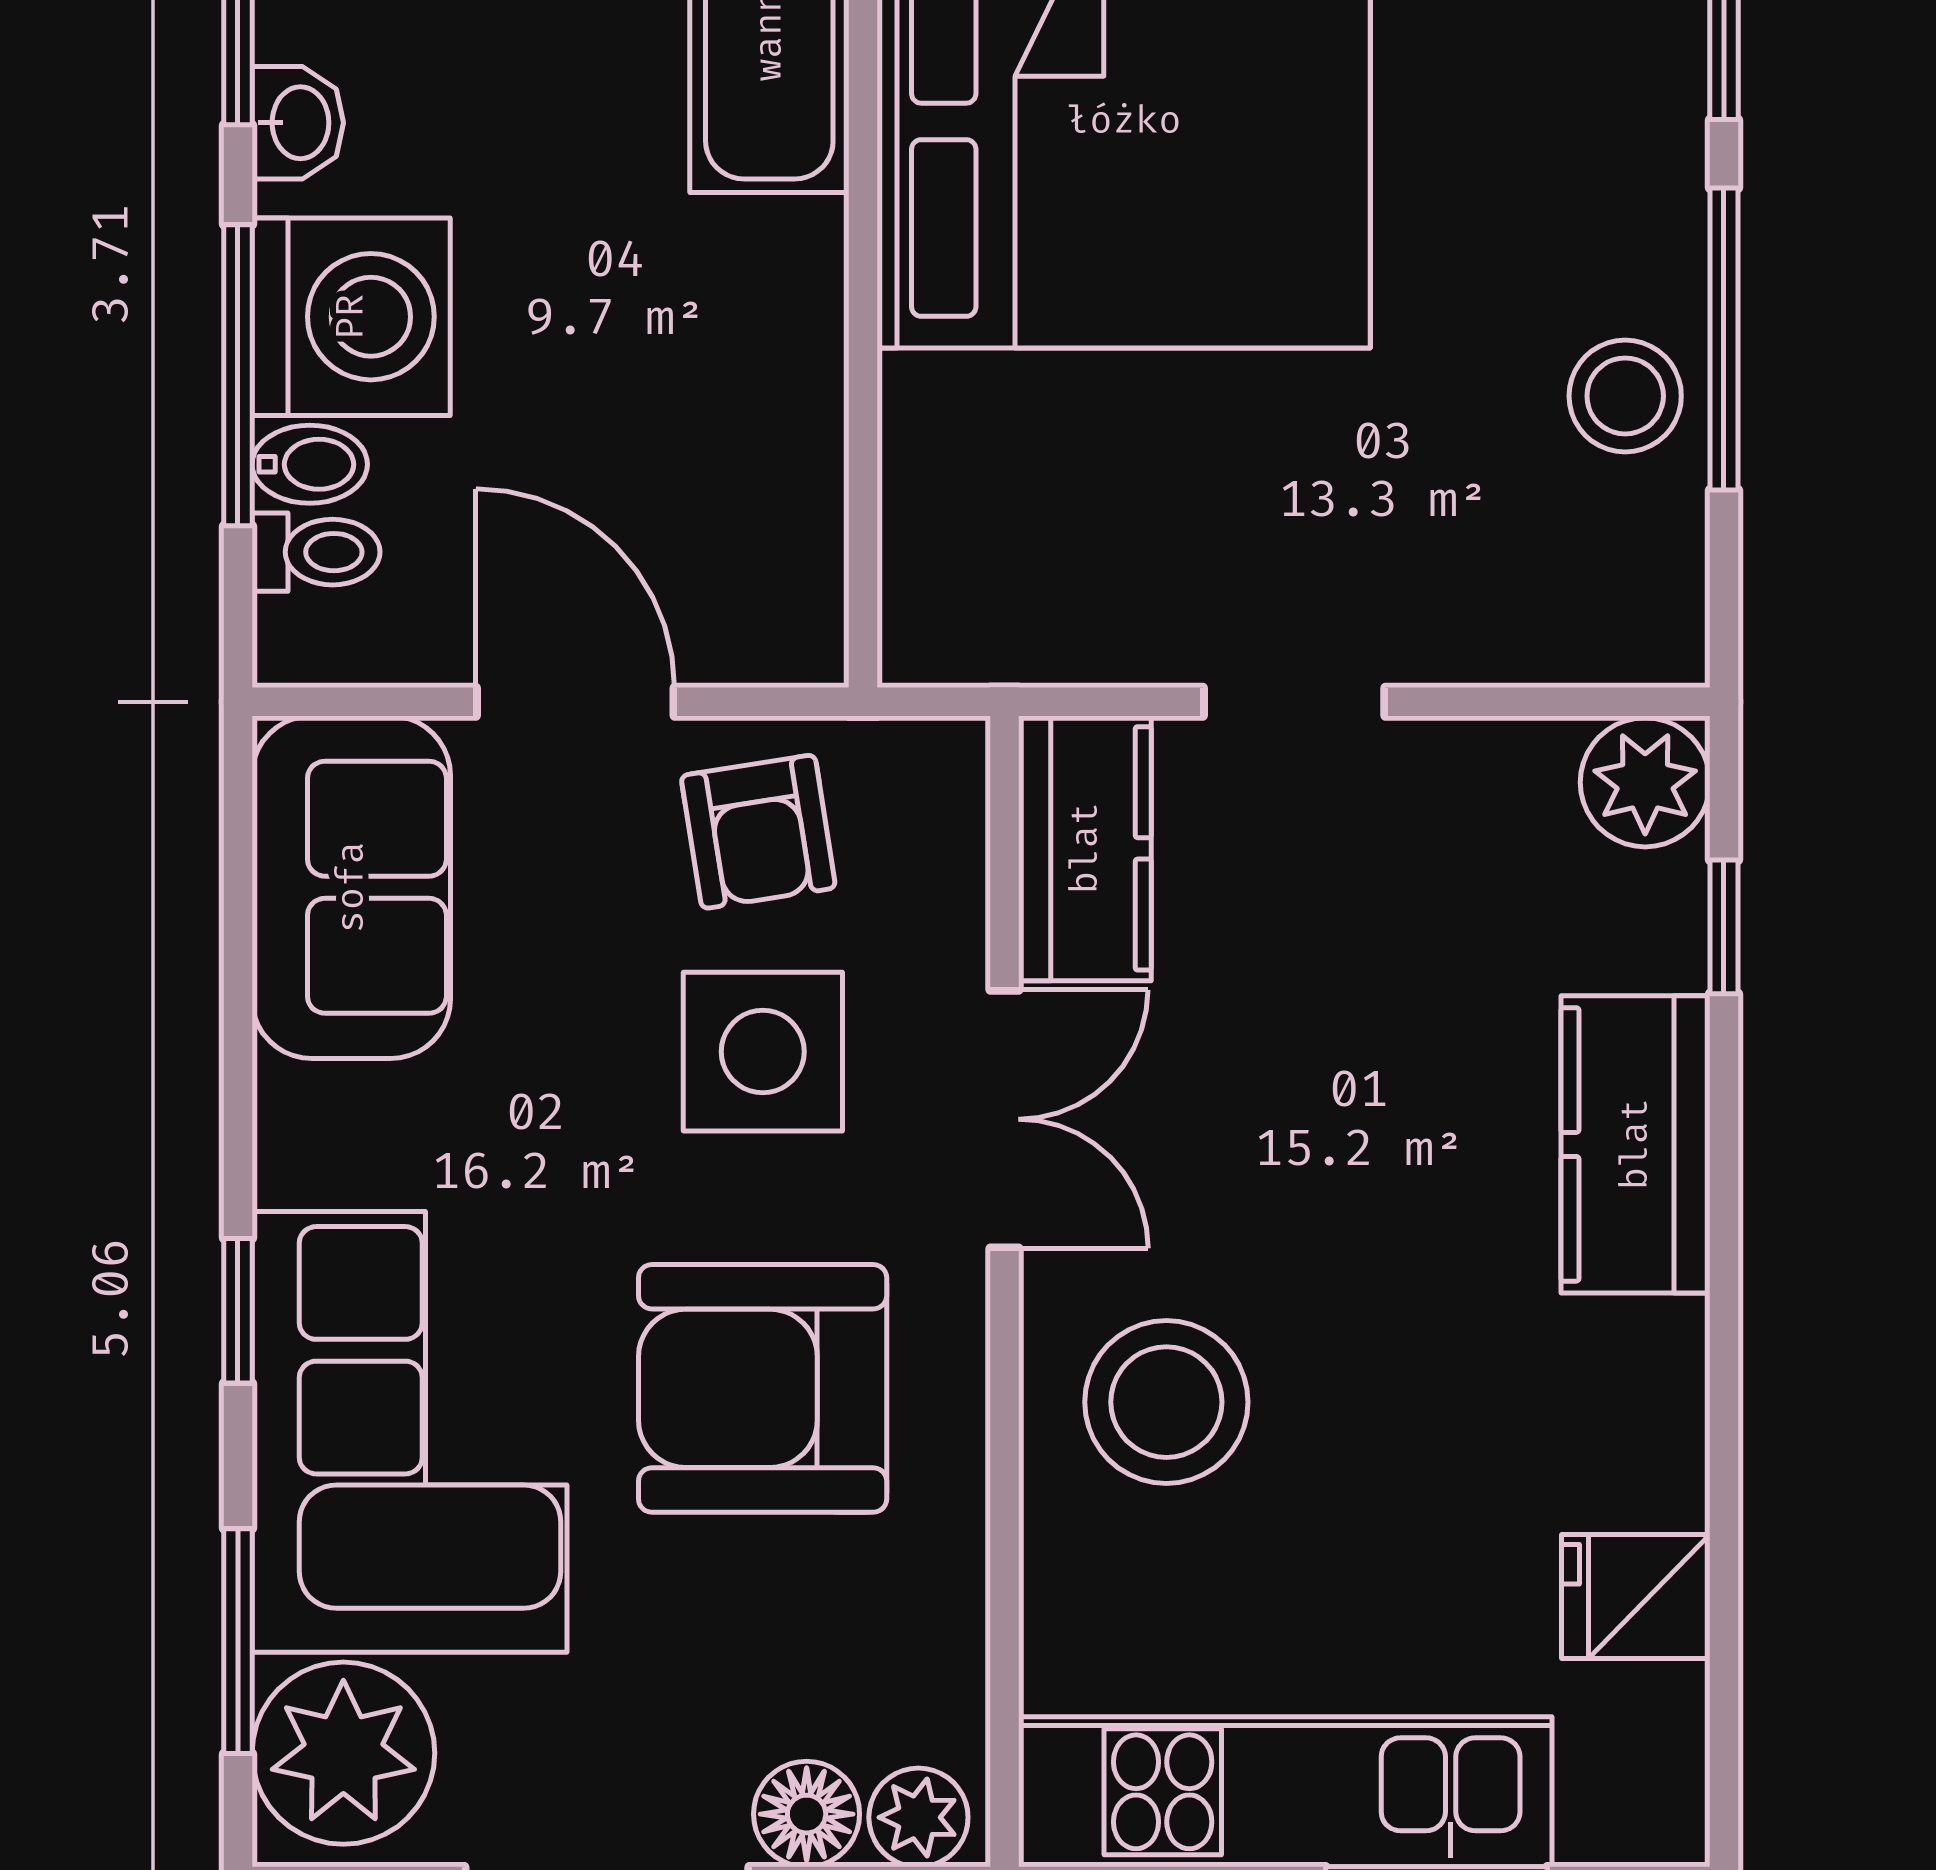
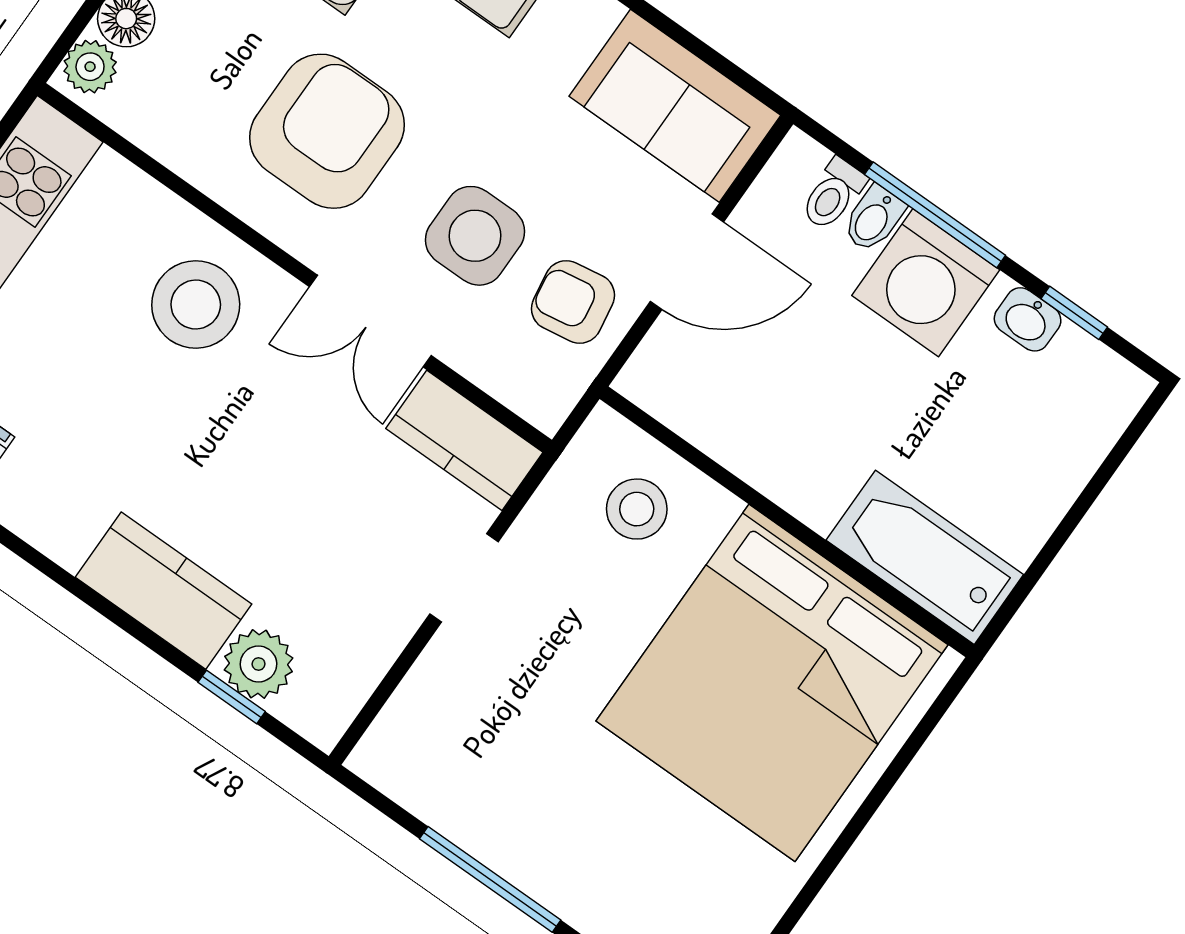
stool: (1625, 396) -> (637, 509), moved
plant: (1645, 782) -> (259, 664), moved

